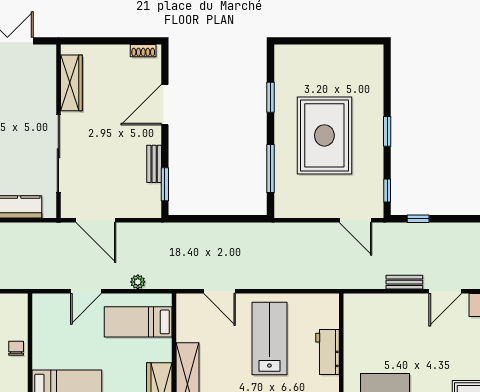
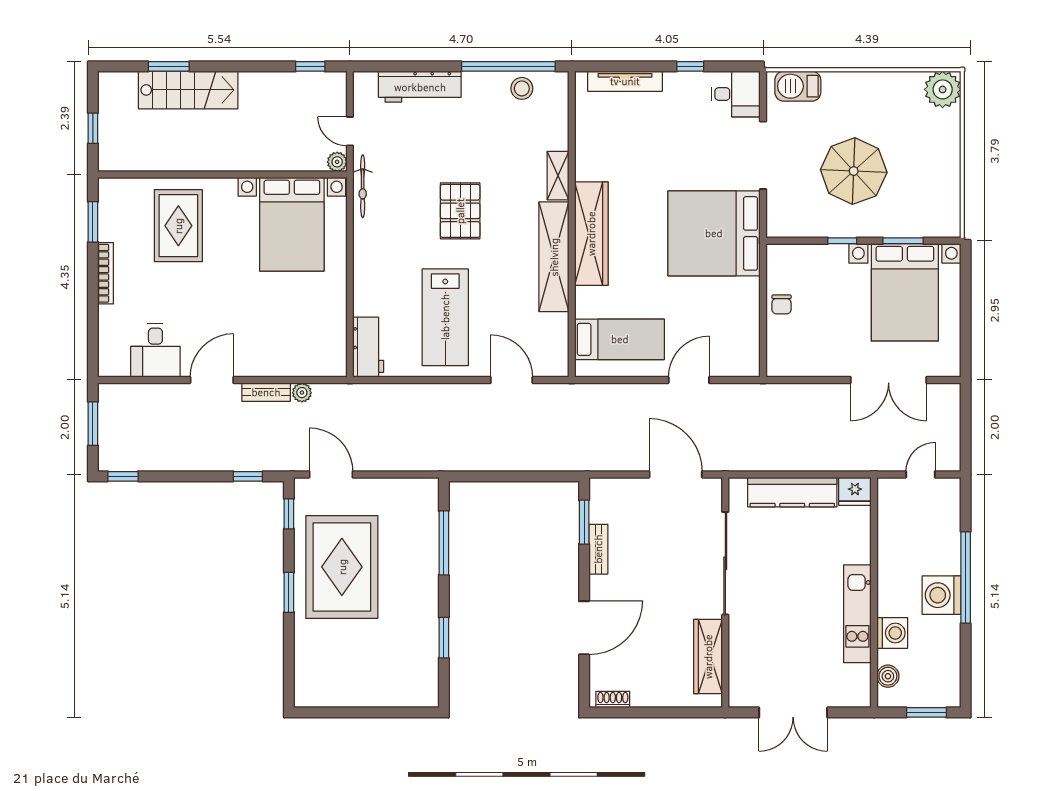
rug: (324, 135) -> (342, 567), moved
plant: (138, 282) -> (302, 393), moved
workbench: (327, 352) -> (368, 347), moved

